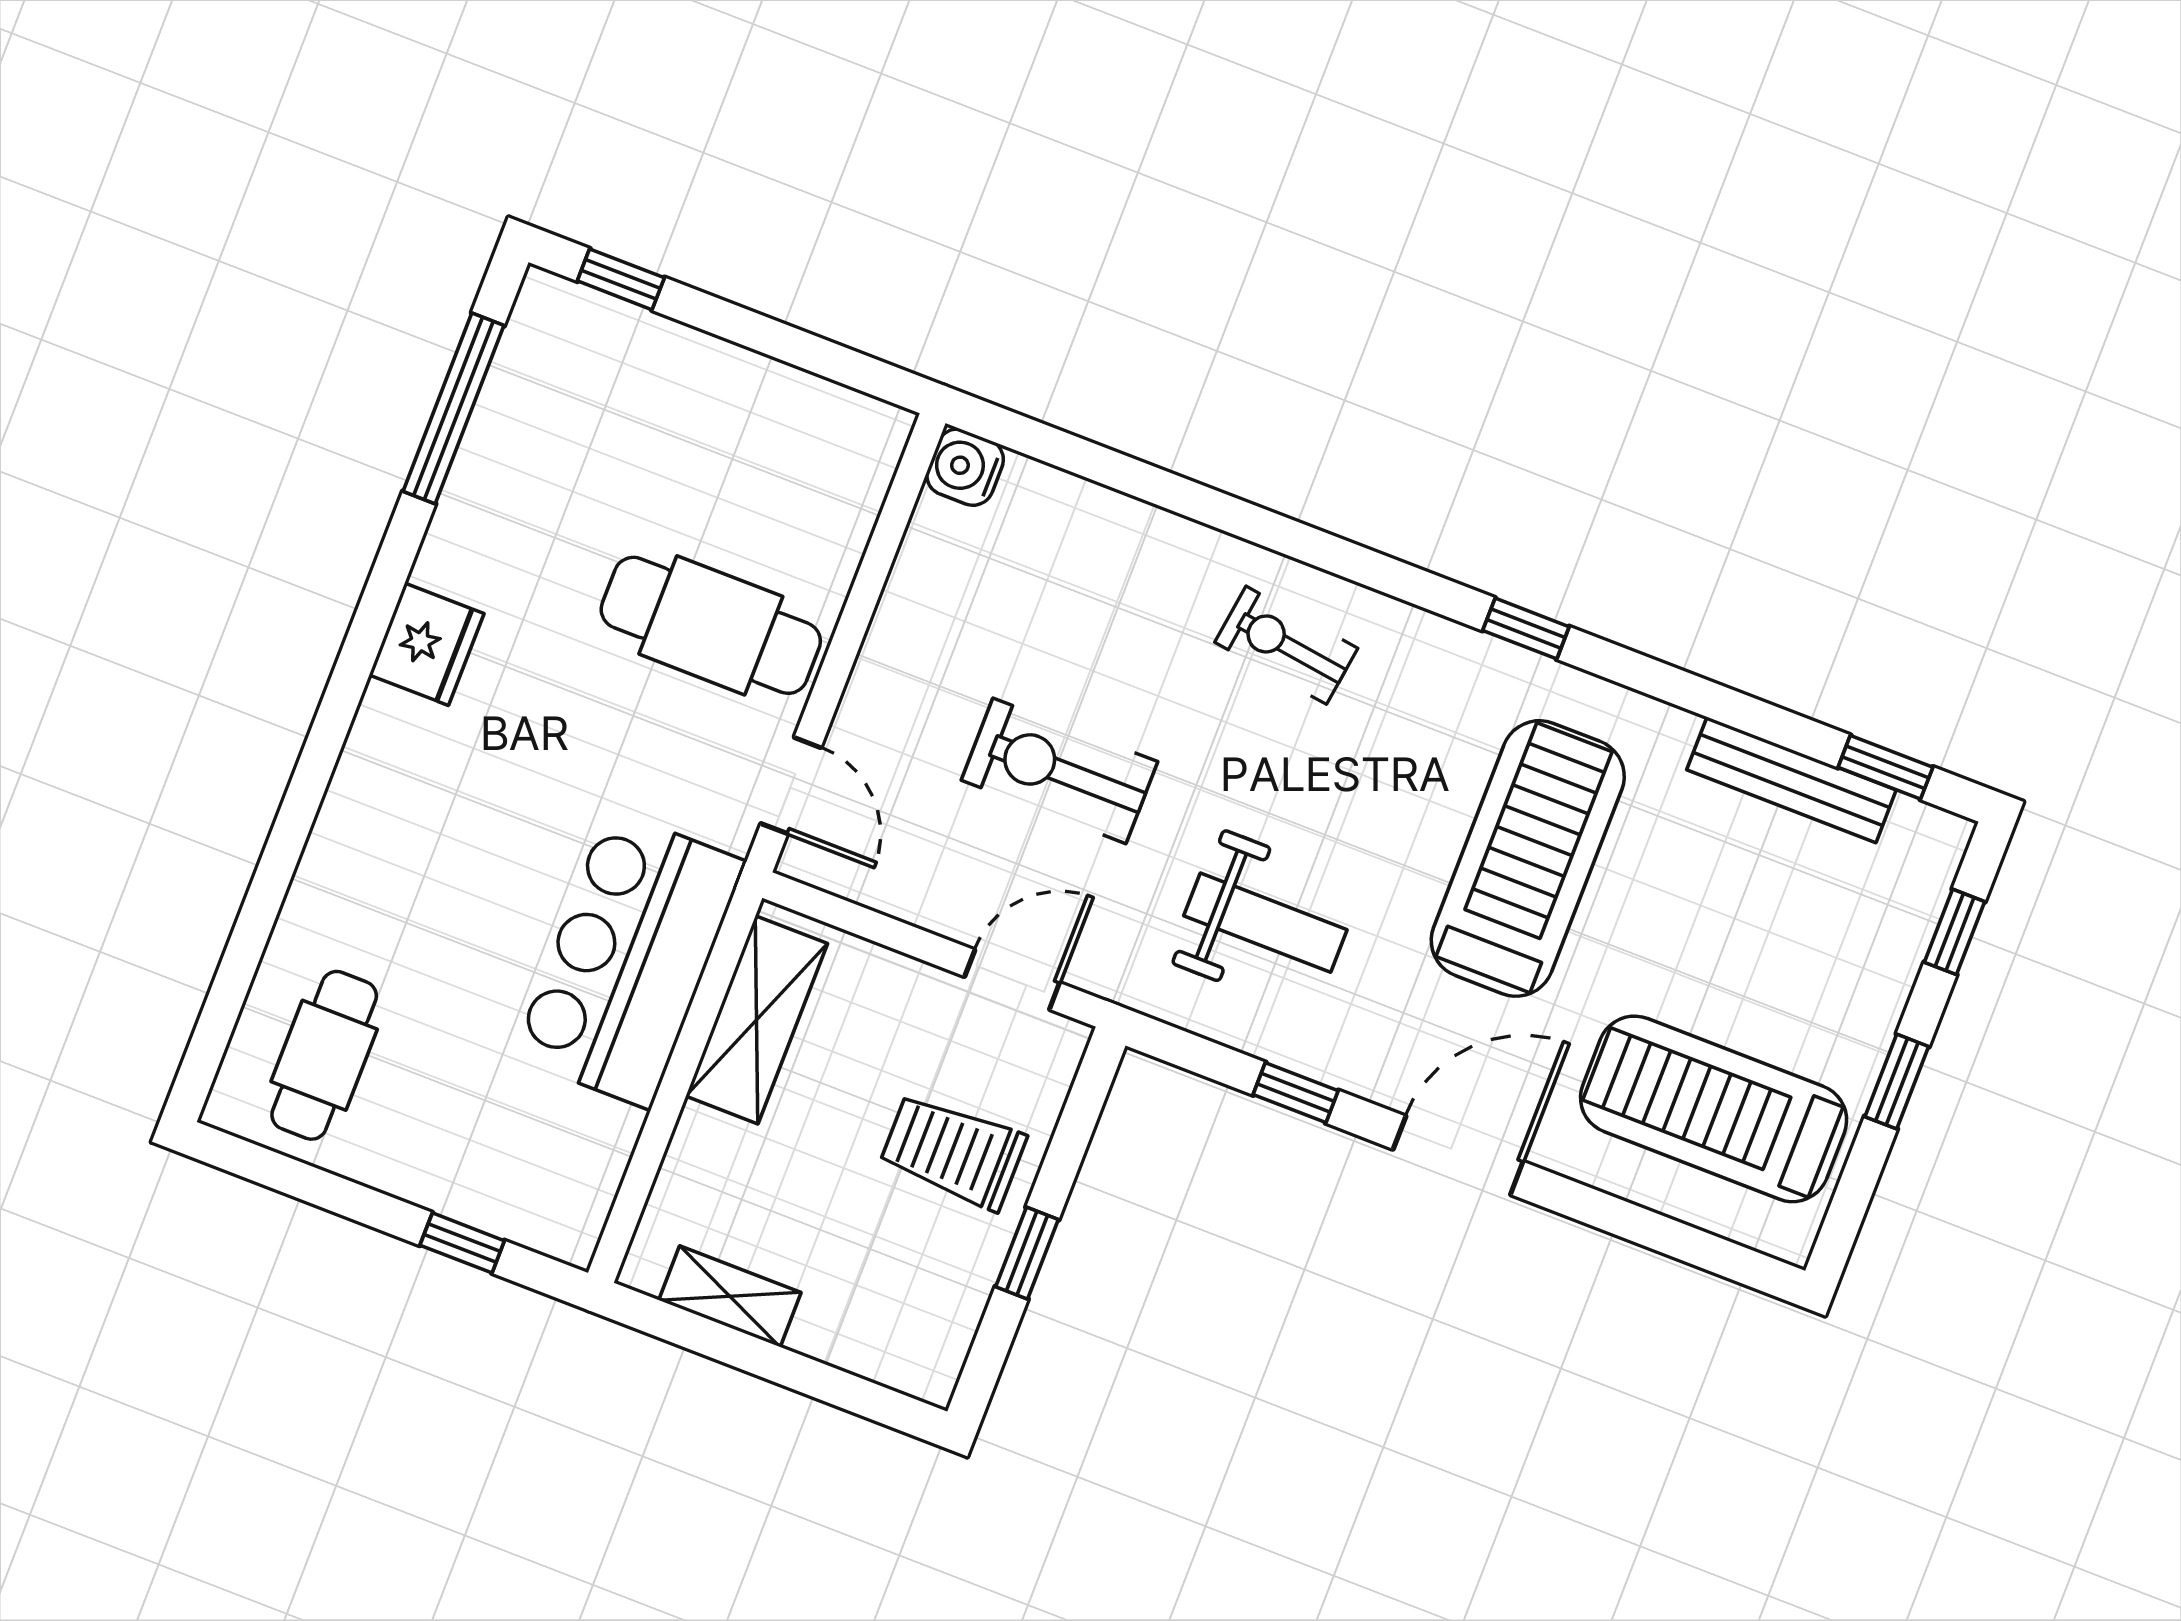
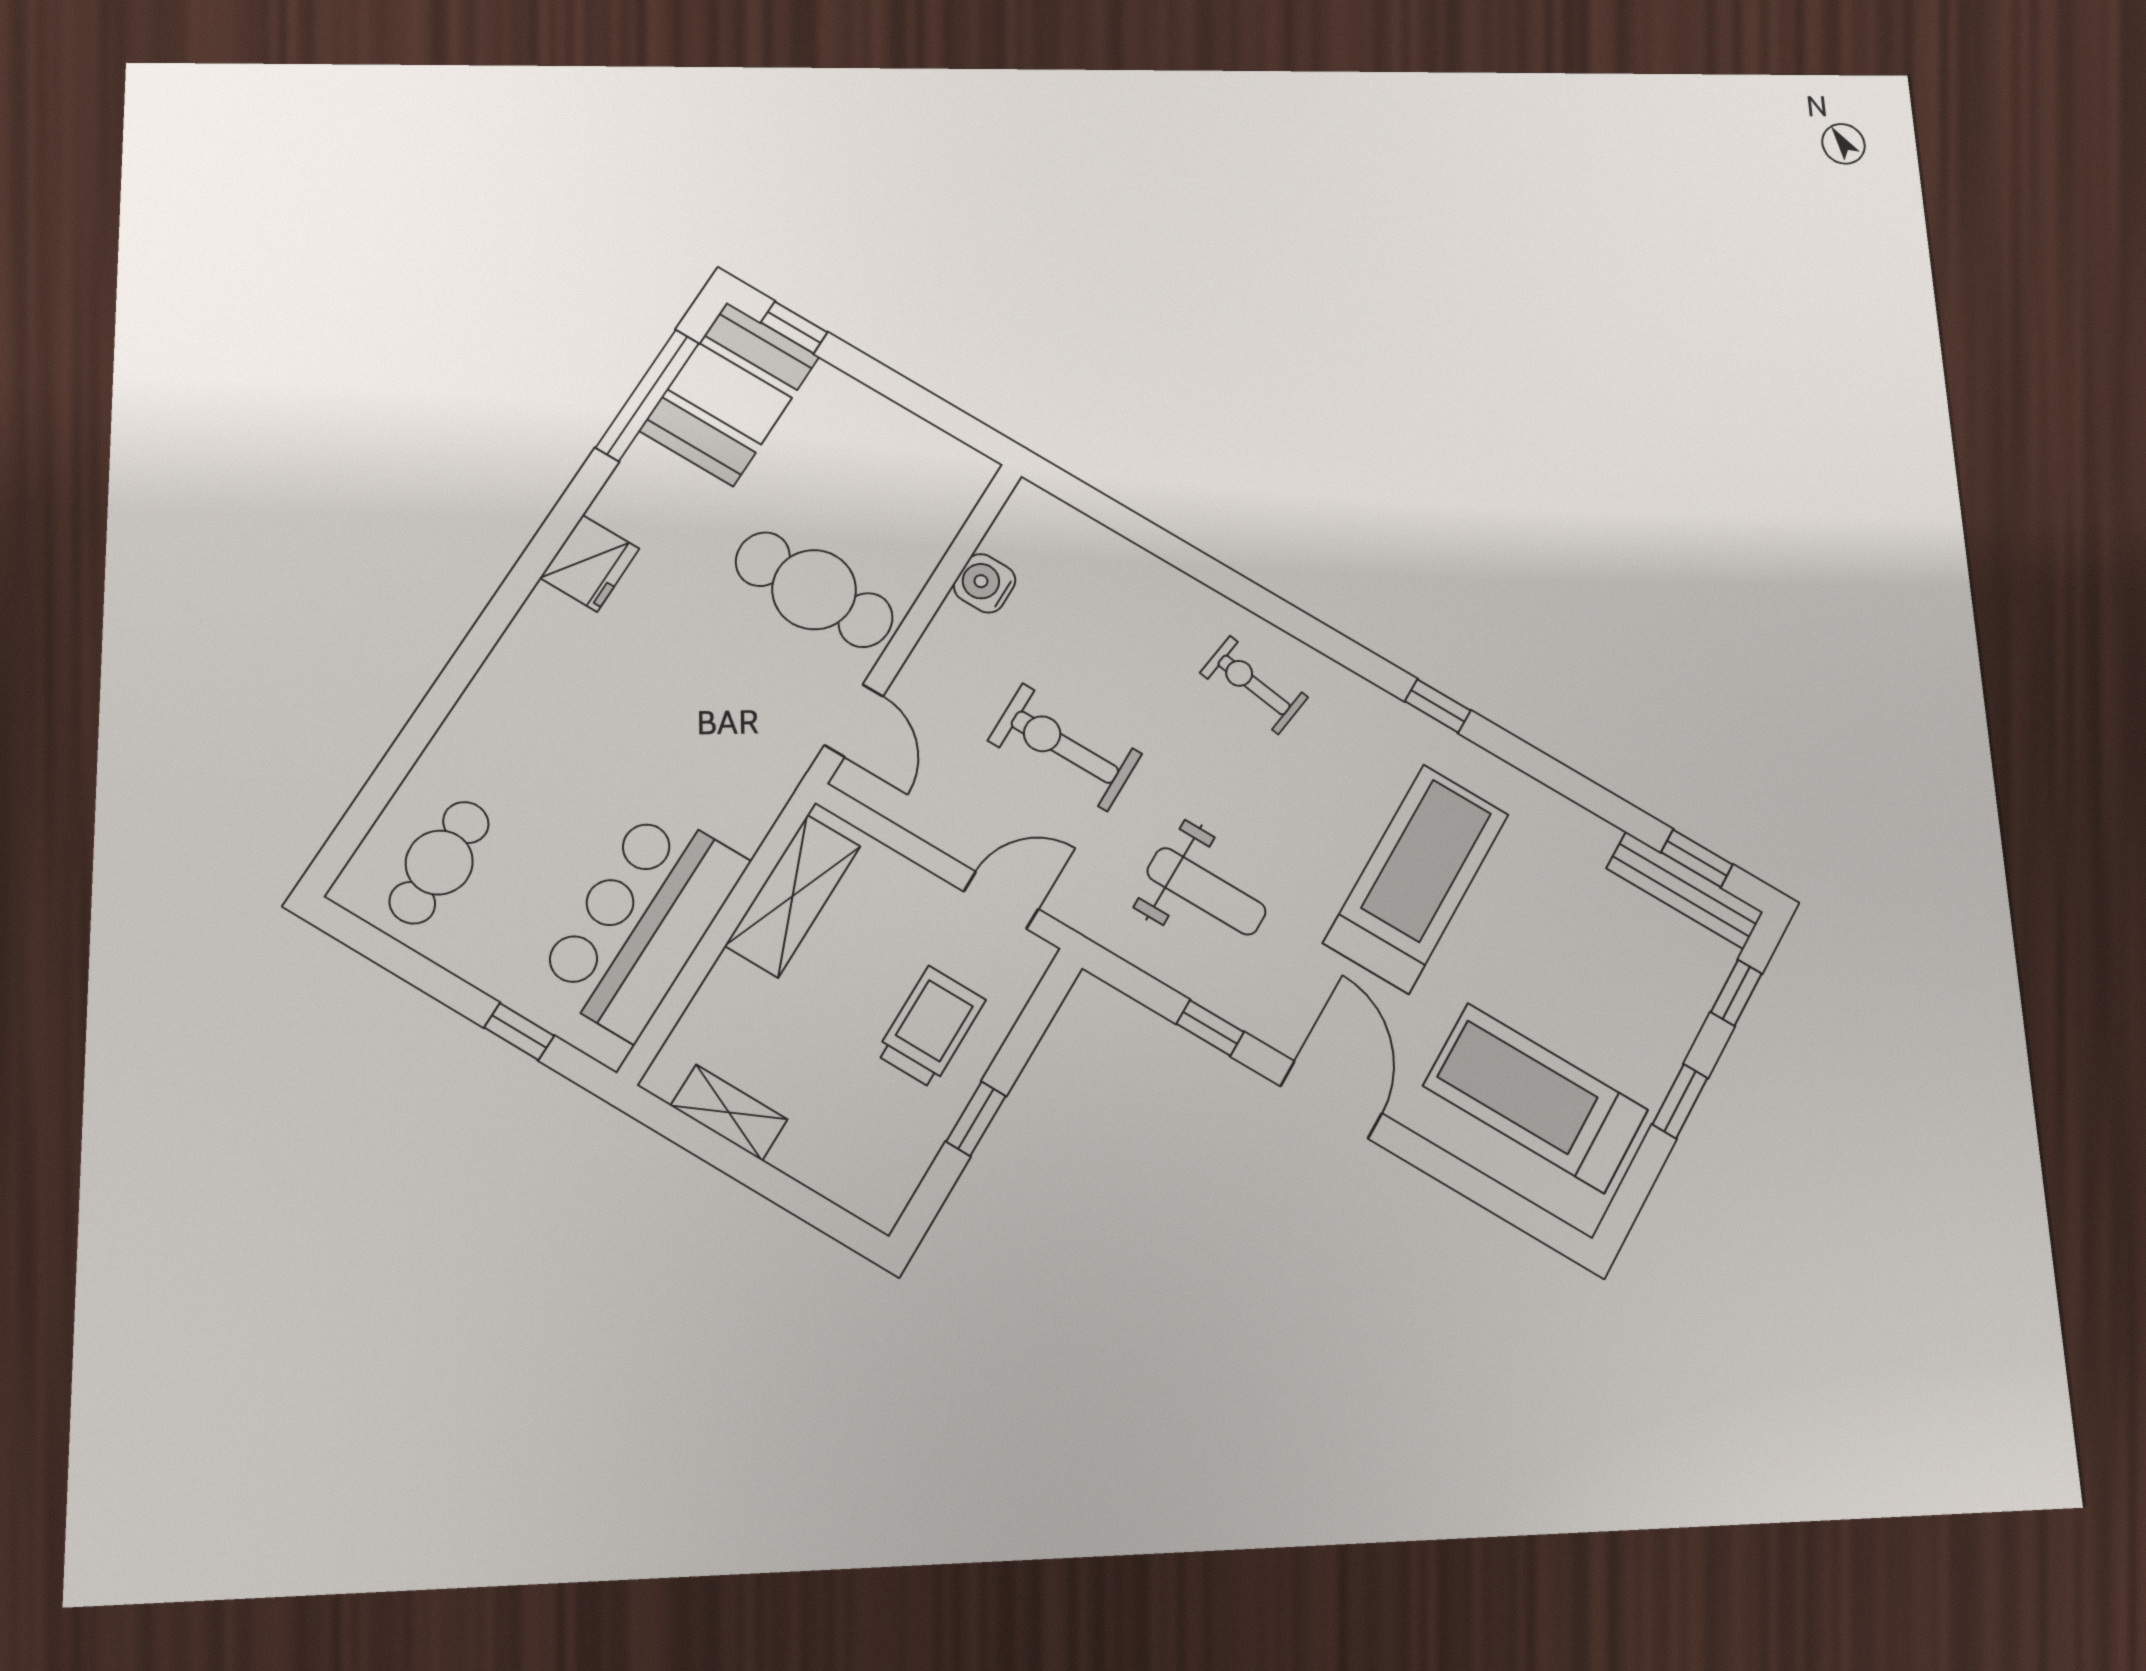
booth: (556, 386) -> (730, 394), added
water cooler: (965, 467) -> (985, 583), moved
bench: (1791, 780) -> (1685, 890), moved
bar counter: (629, 959) -> (642, 922), moved
trolley: (953, 1151) -> (931, 1027), turned 90
door: (1458, 1155) -> (1331, 1100), hinge flipped

